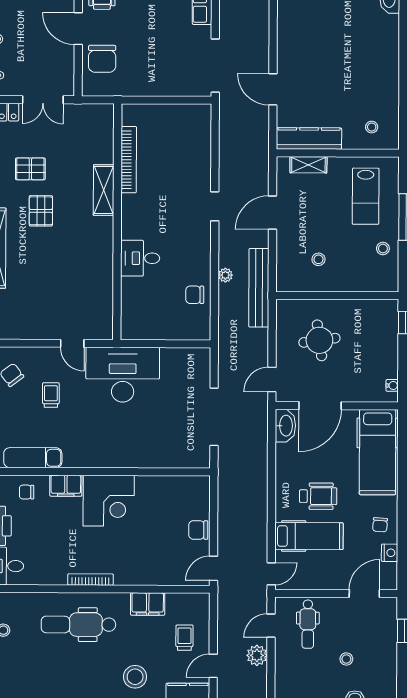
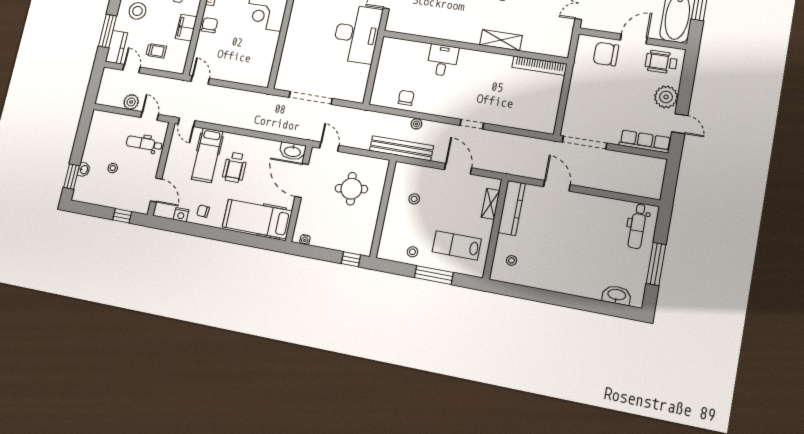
door: (273, 89) -> (557, 186), hinge flipped
bookcase: (129, 160) -> (539, 66), moved
chair: (198, 530) -> (210, 25), moved

